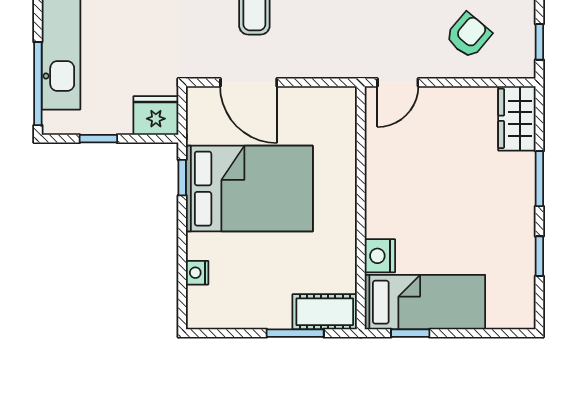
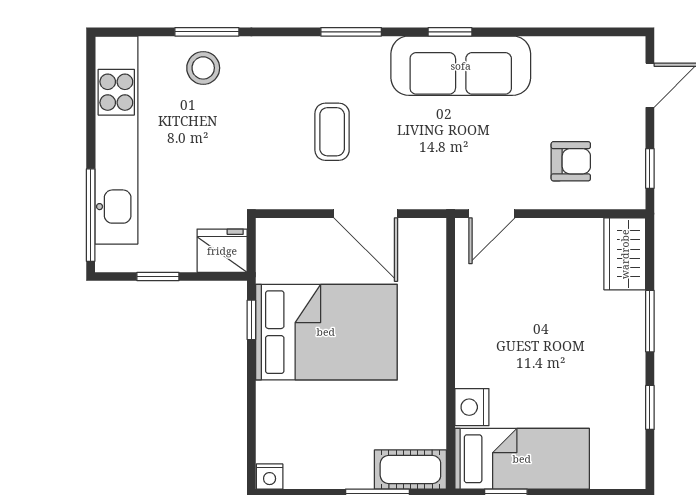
armchair: (468, 35) -> (571, 161), turned 50
door: (249, 82) -> (366, 214), moved
nightstand: (197, 273) -> (270, 477), moved, turned -90

